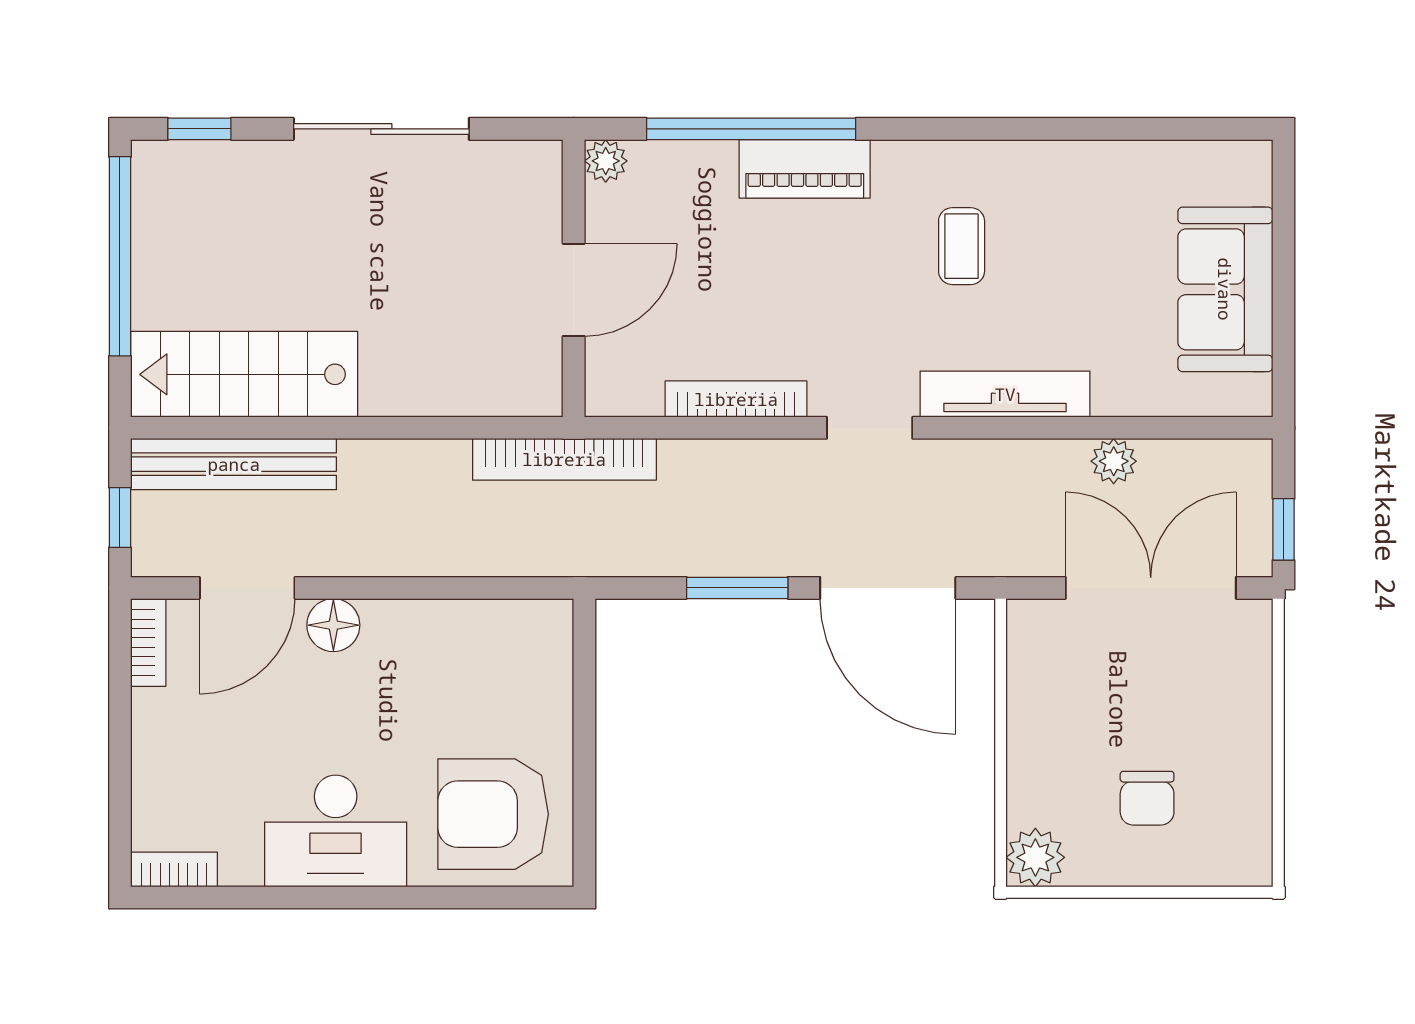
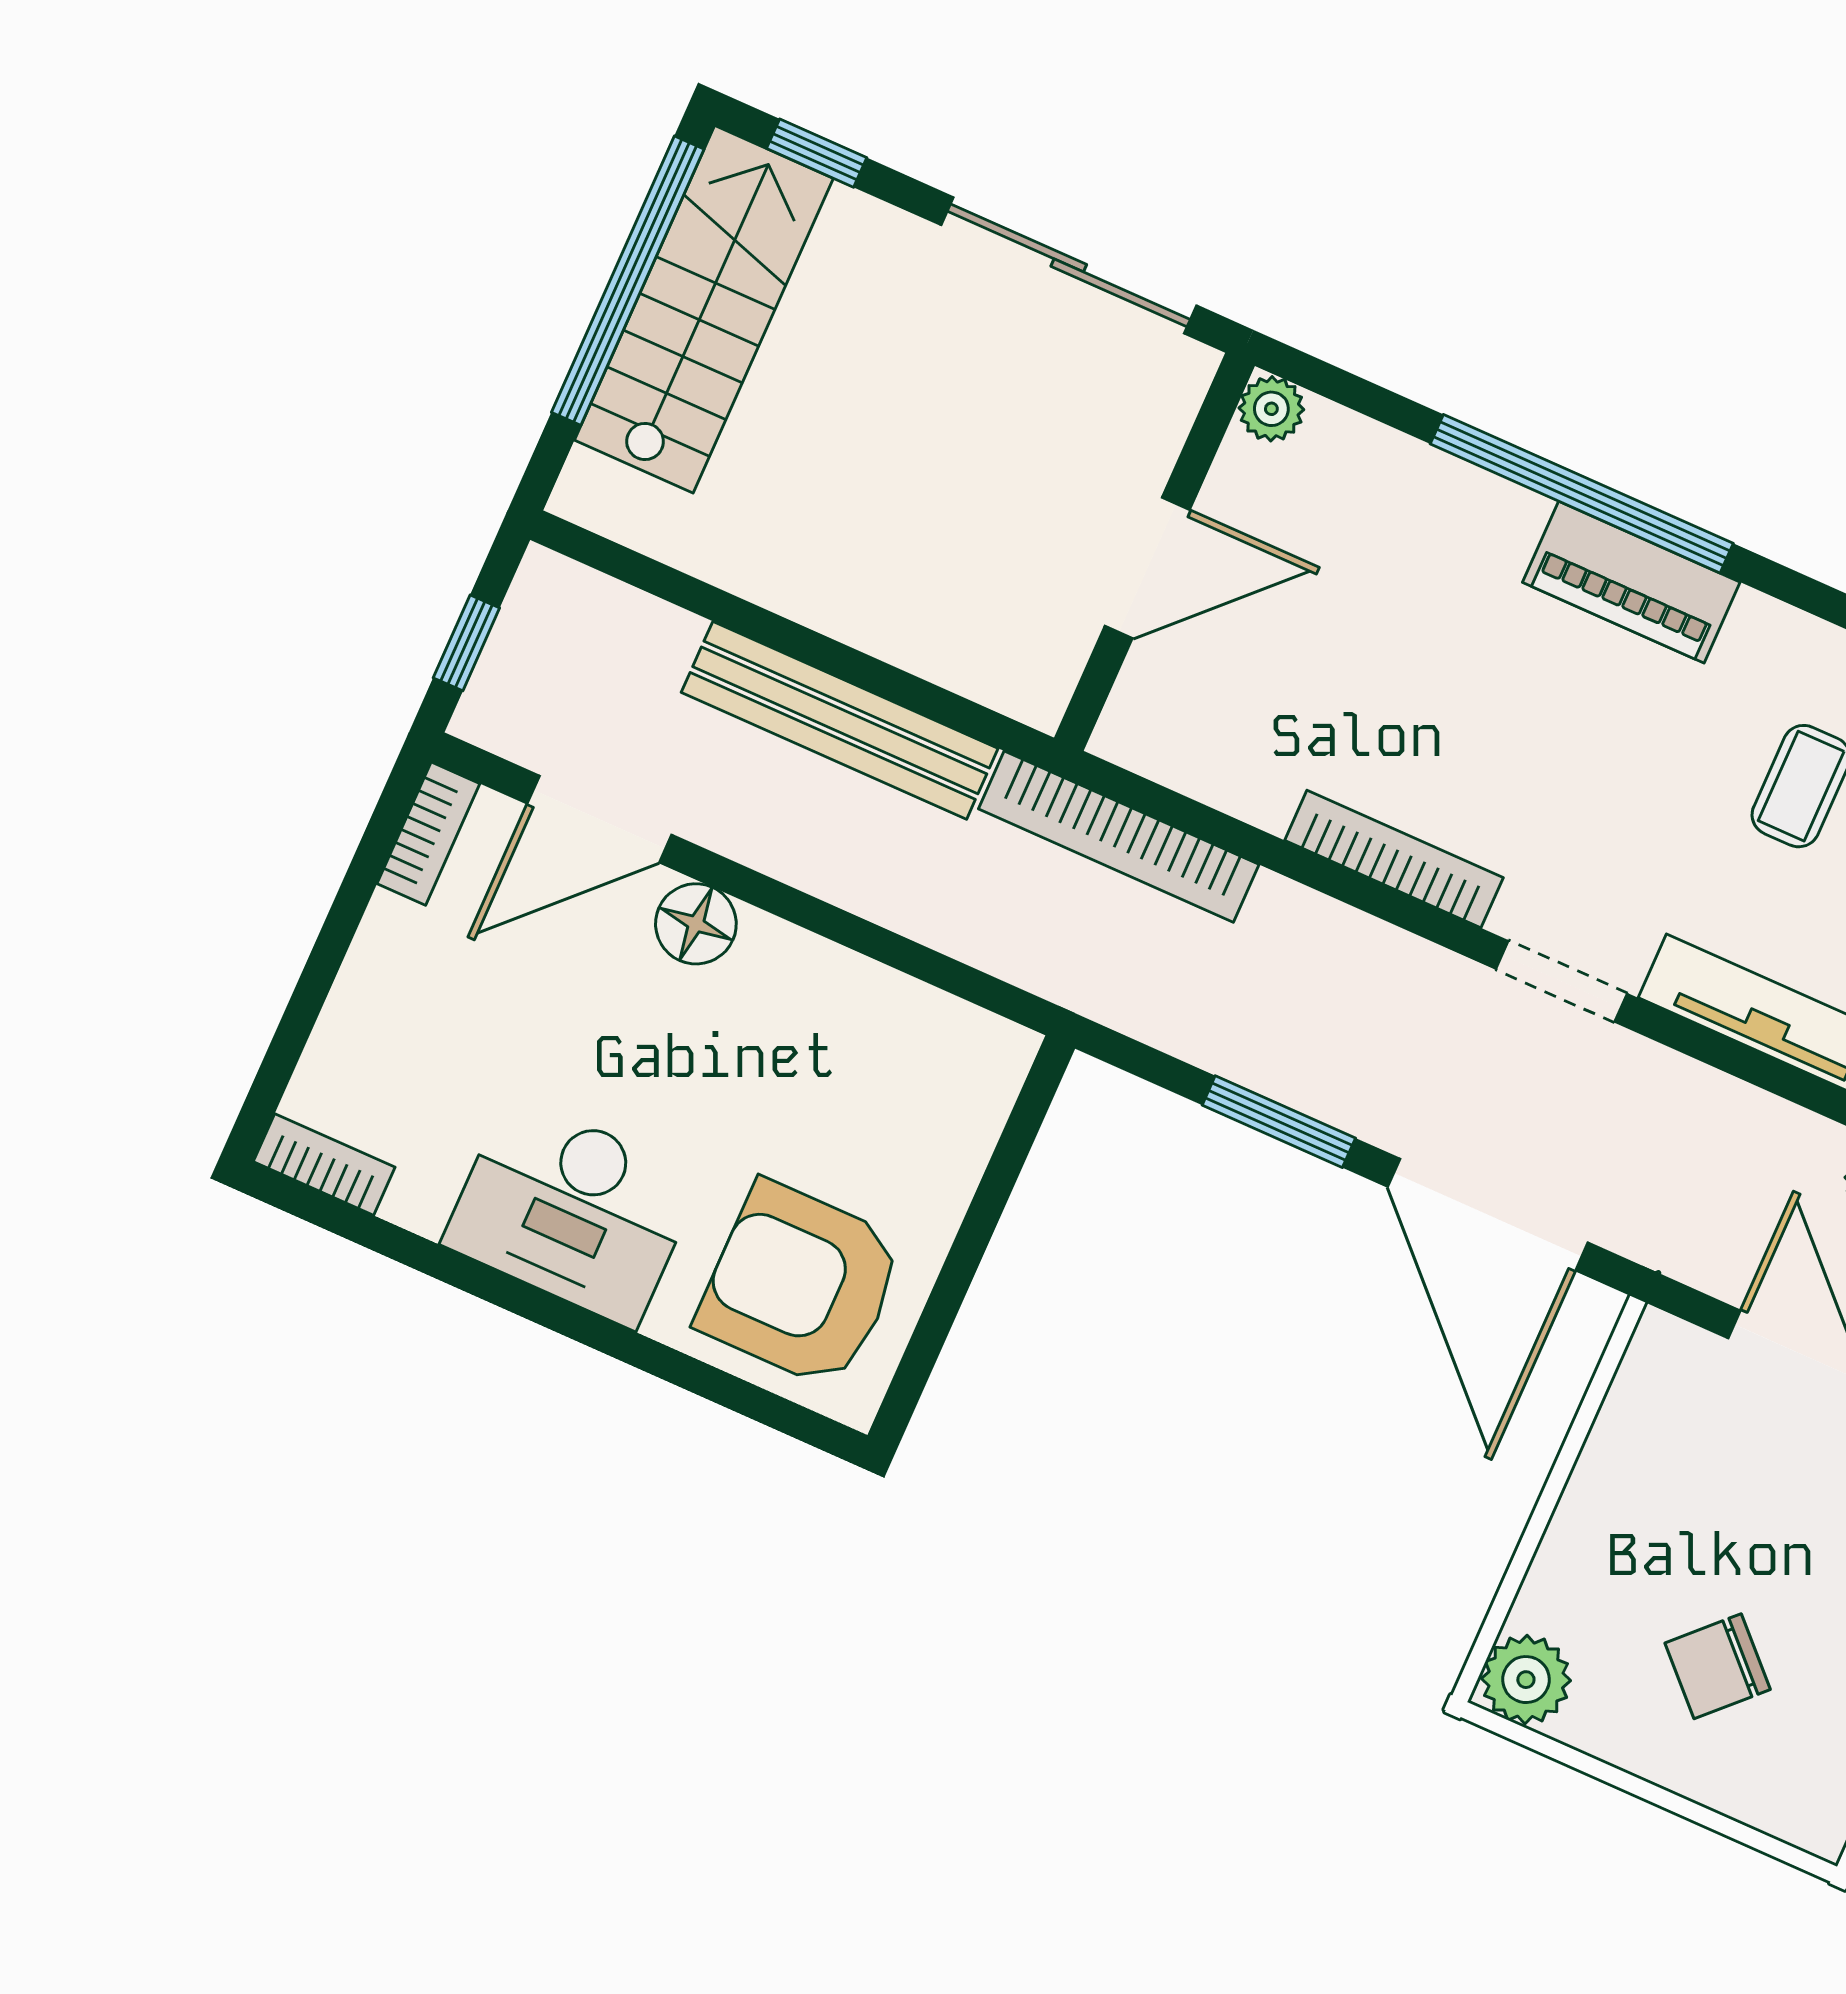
plant: (606, 161) -> (1271, 409), moved
wall: (574, 278) -> (1154, 552), moved
door: (574, 290) -> (1147, 568), moved
stairs: (244, 374) -> (704, 309), moved, turned 90
bench: (234, 464) -> (840, 720), moved
chair: (1147, 798) -> (1718, 1666), turned 45

